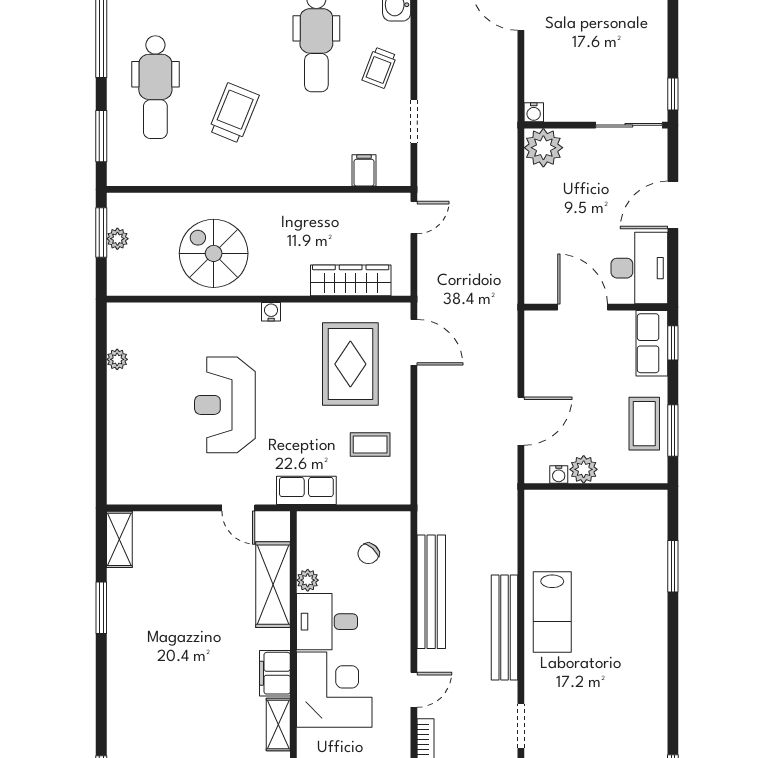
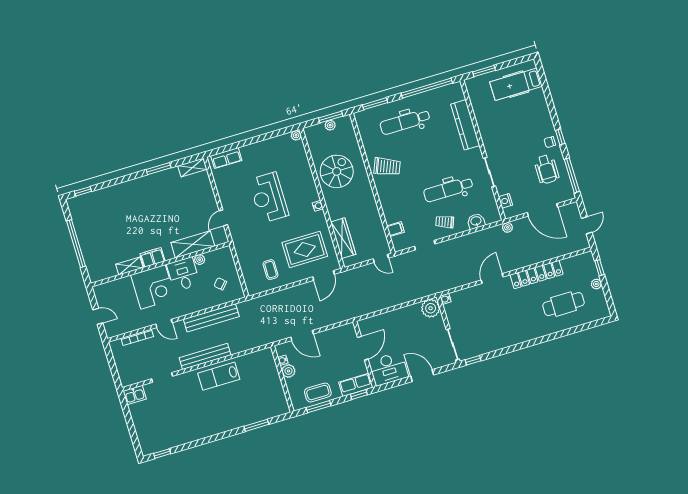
trolley: (234, 113) -> (387, 167), moved
plant: (117, 359) -> (296, 135), moved
reception desk: (225, 405) -> (269, 198), turned -90
row of seats: (306, 490) -> (226, 158), moved, turned 90

